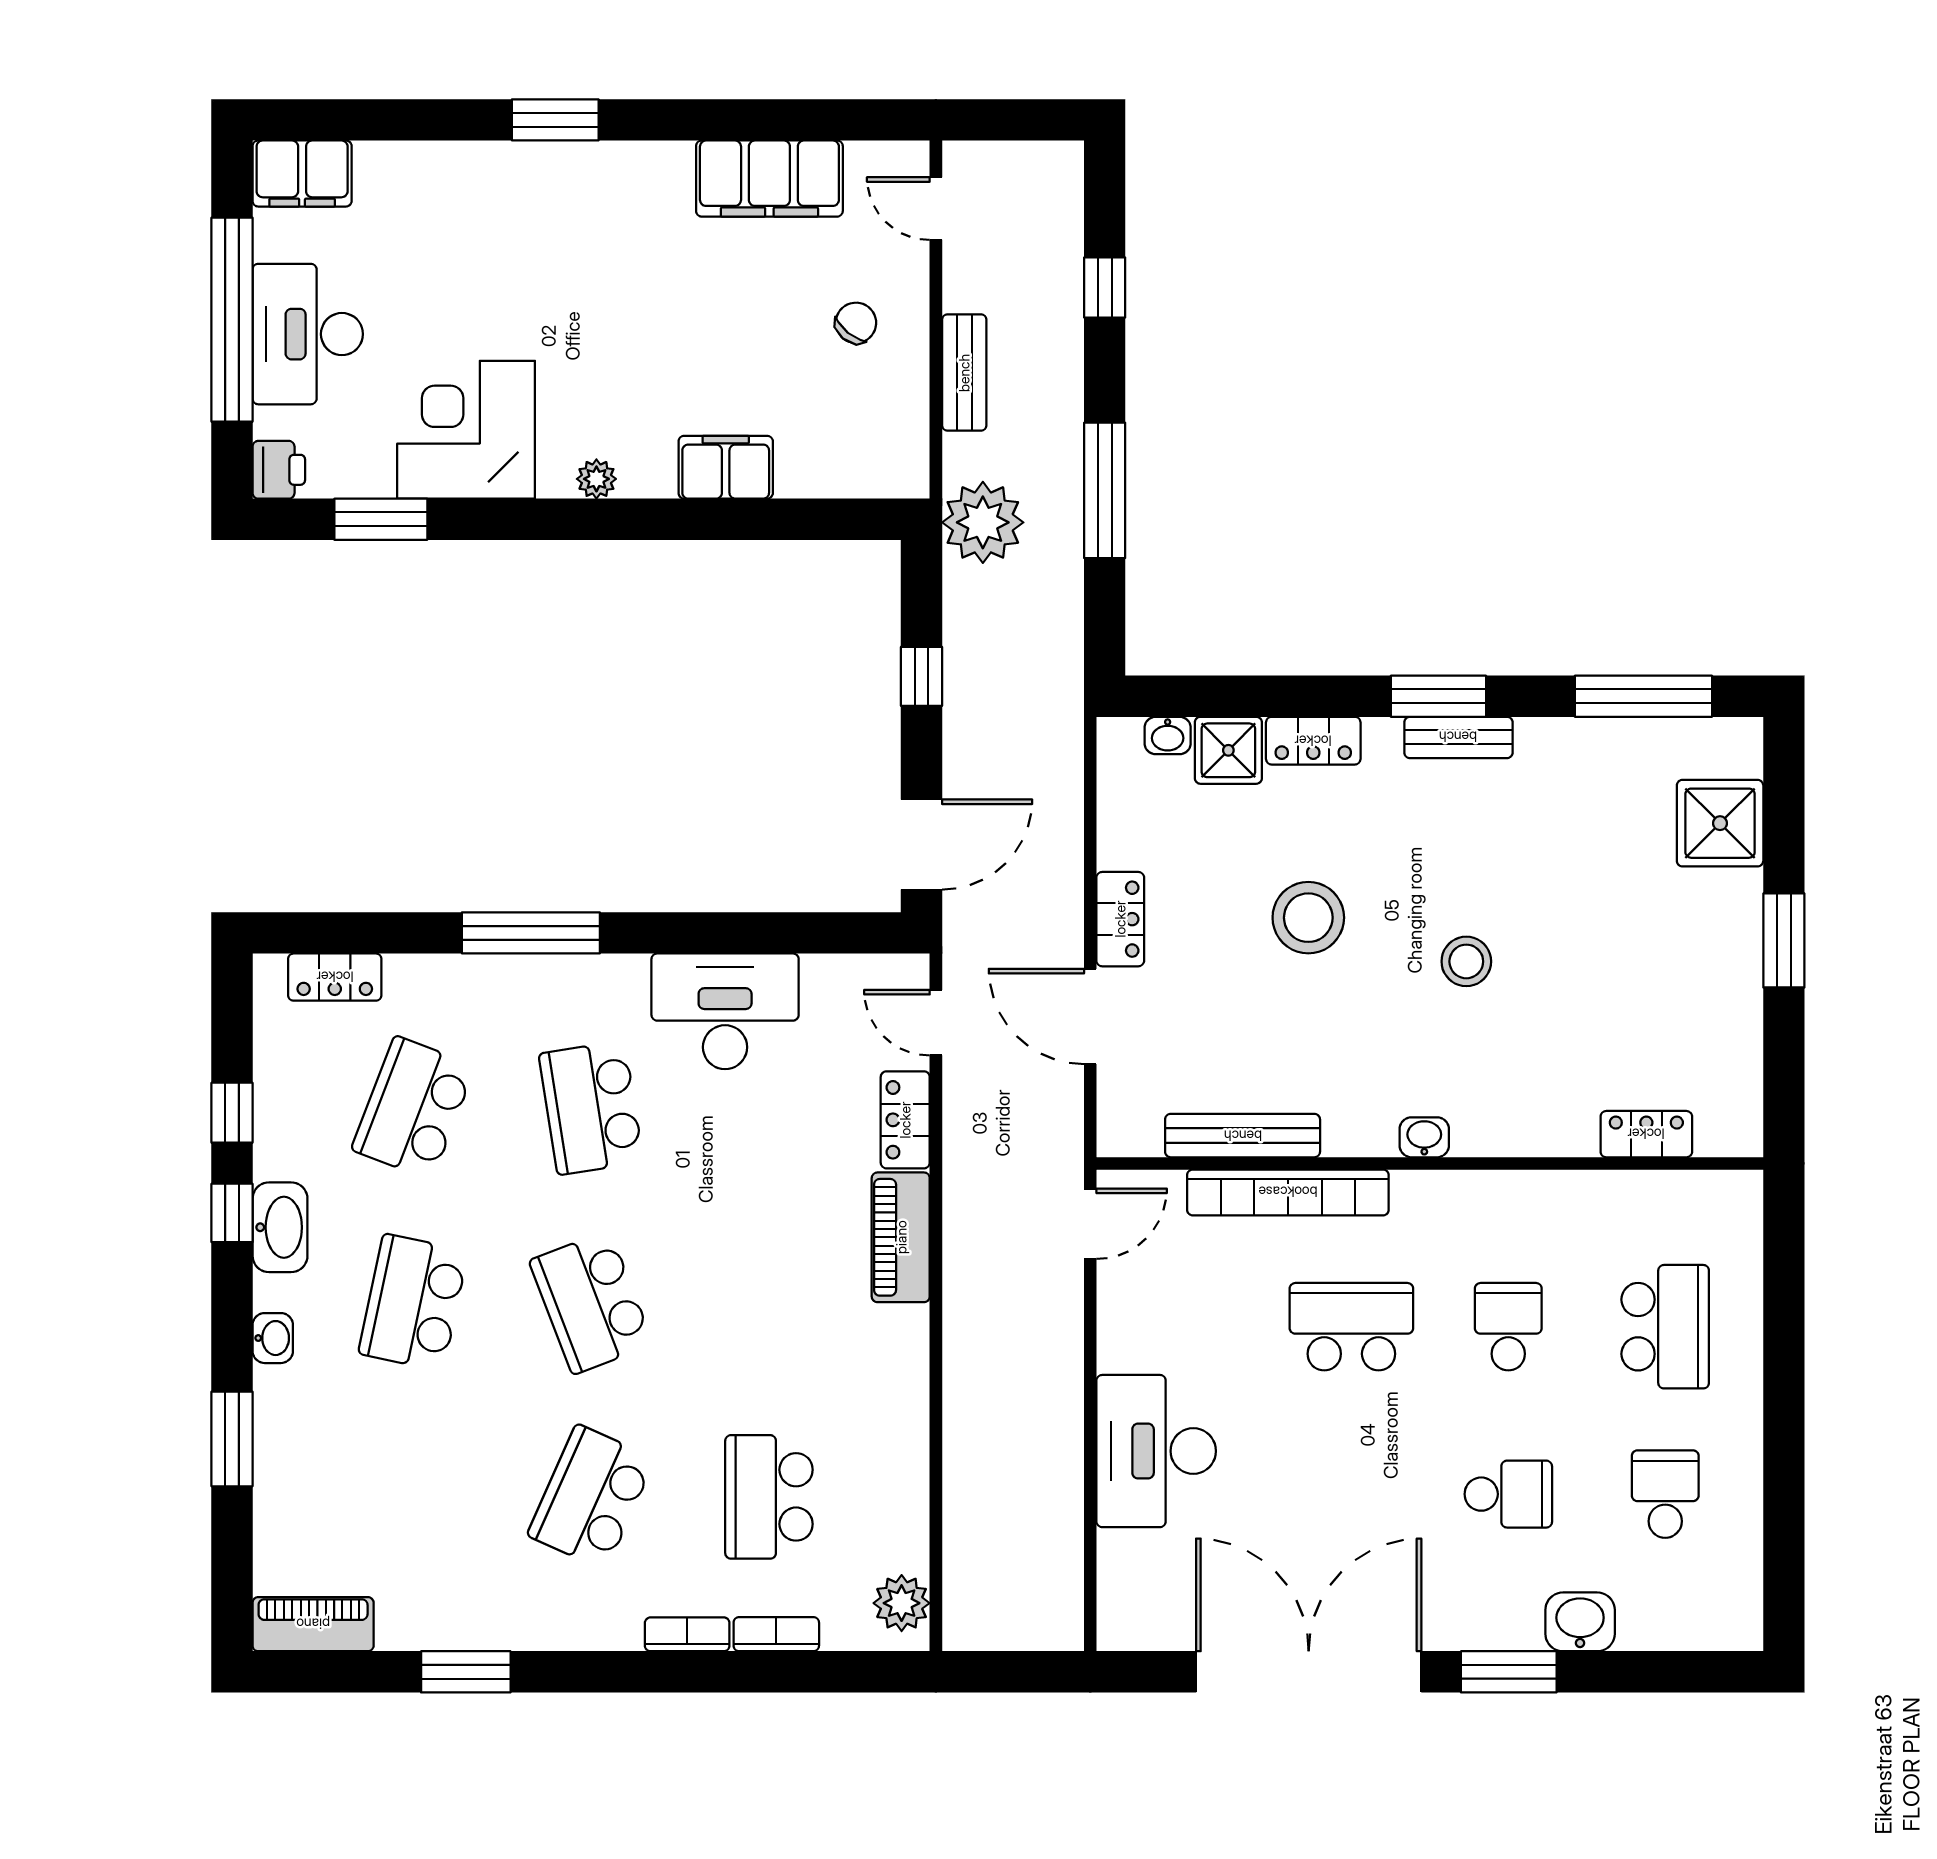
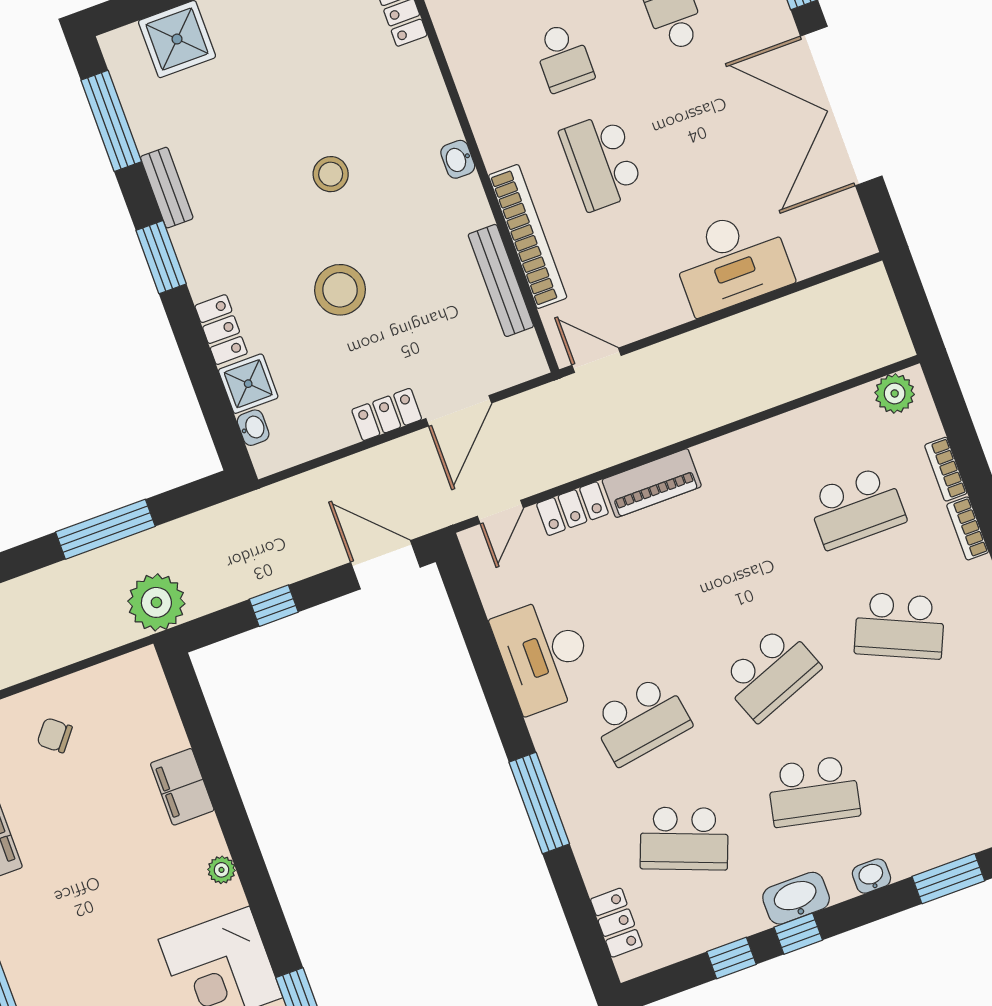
bench: (964, 373) -> (61, 651), removed
bench: (1458, 737) -> (167, 188), moved
school desk: (1508, 1327) -> (563, 57), turned -90

